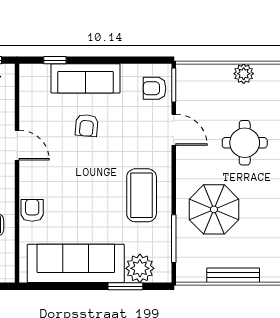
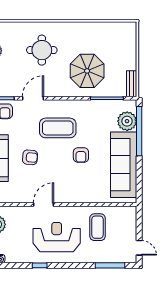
coffee table: (142, 195) -> (58, 128), moved
armchair: (32, 210) -> (81, 155), moved, turned -90
bench: (233, 275) -> (132, 84), moved, width x0.73
window: (125, 286) -> (139, 131), width x2.11

